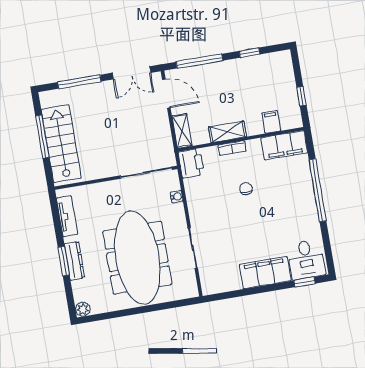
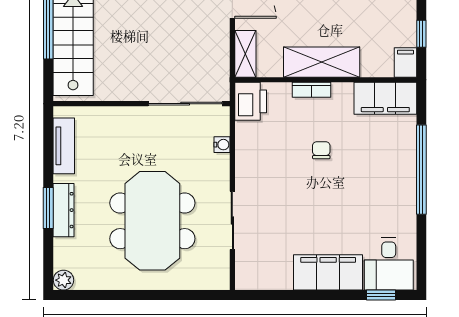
filing cabinet: (271, 122) -> (405, 62), moved
shelving: (227, 132) -> (322, 62), width x1.50, depth x1.33
meeting table: (137, 258) -> (152, 221), width x0.73

